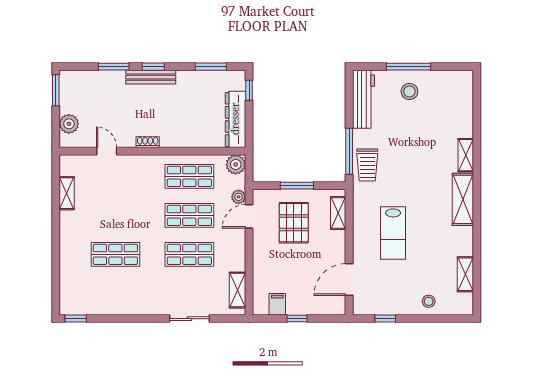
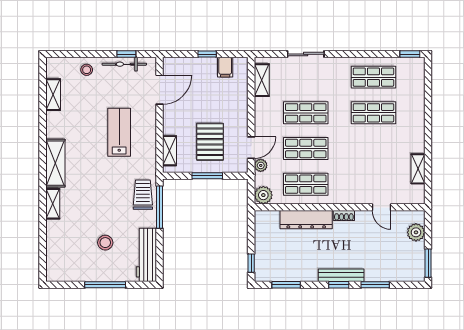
stool: (409, 91) -> (105, 243), moved
dresser: (235, 119) -> (306, 220), moved, turned 90
shop shelf: (115, 293) -> (373, 77), added
bicycle: (388, 307) -> (124, 64), added

